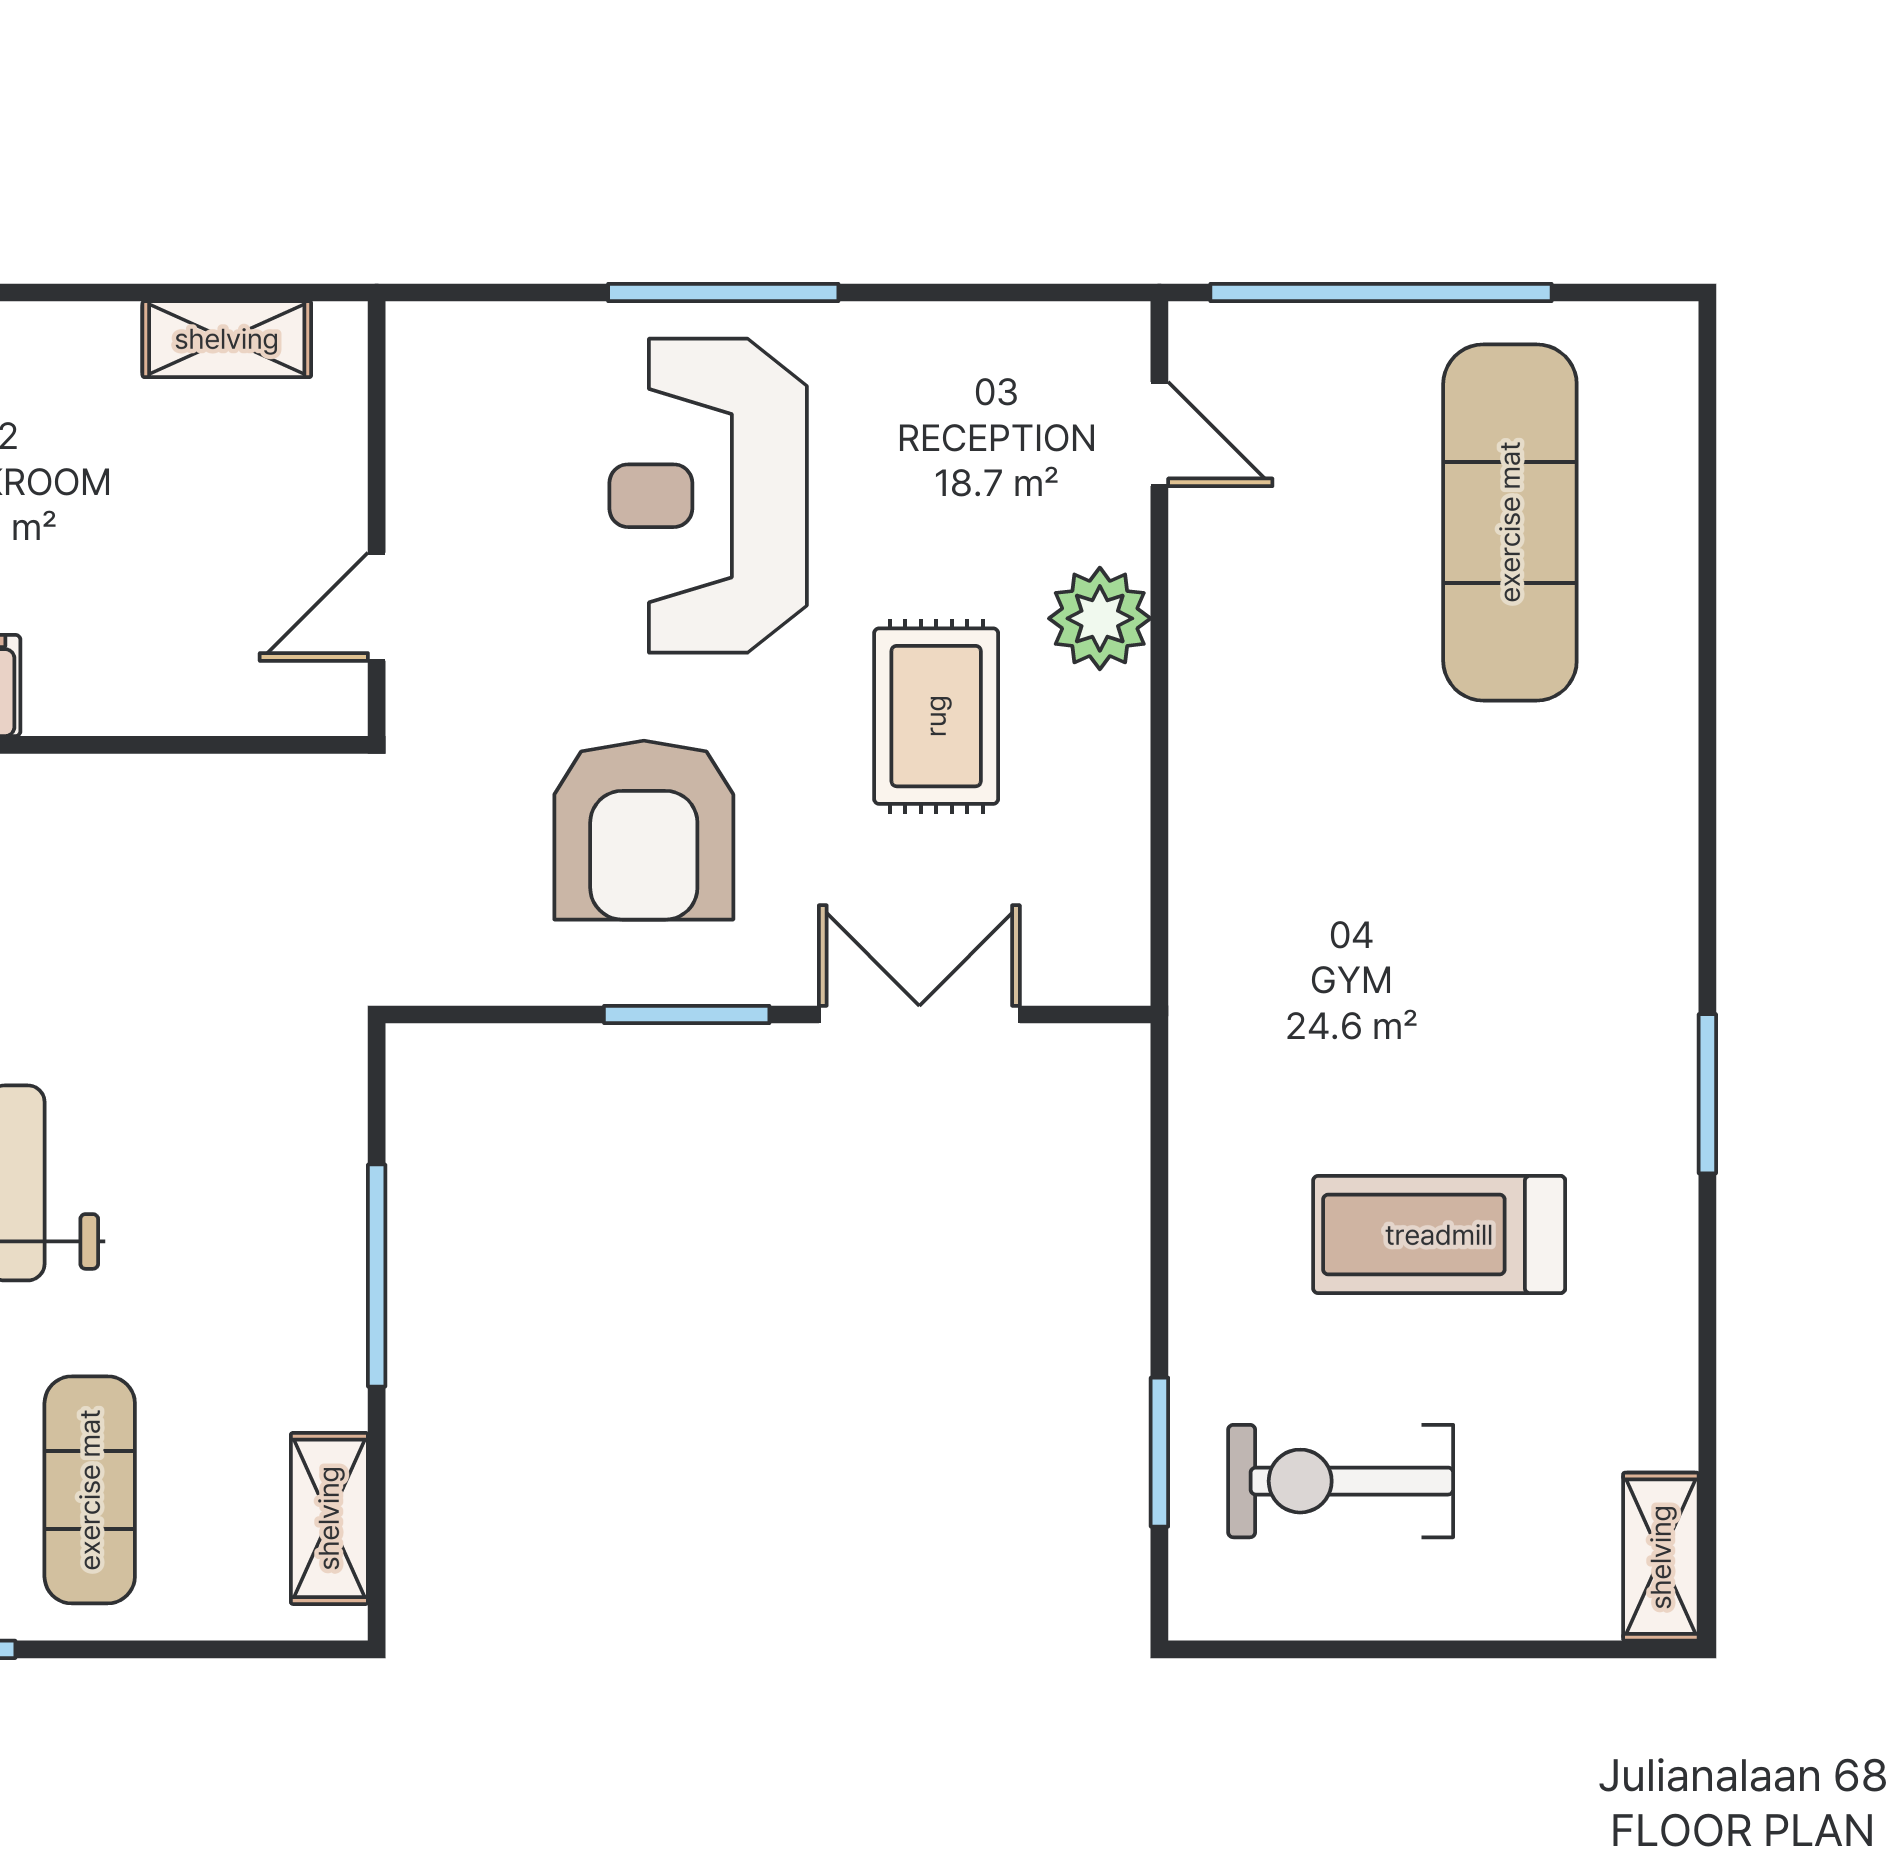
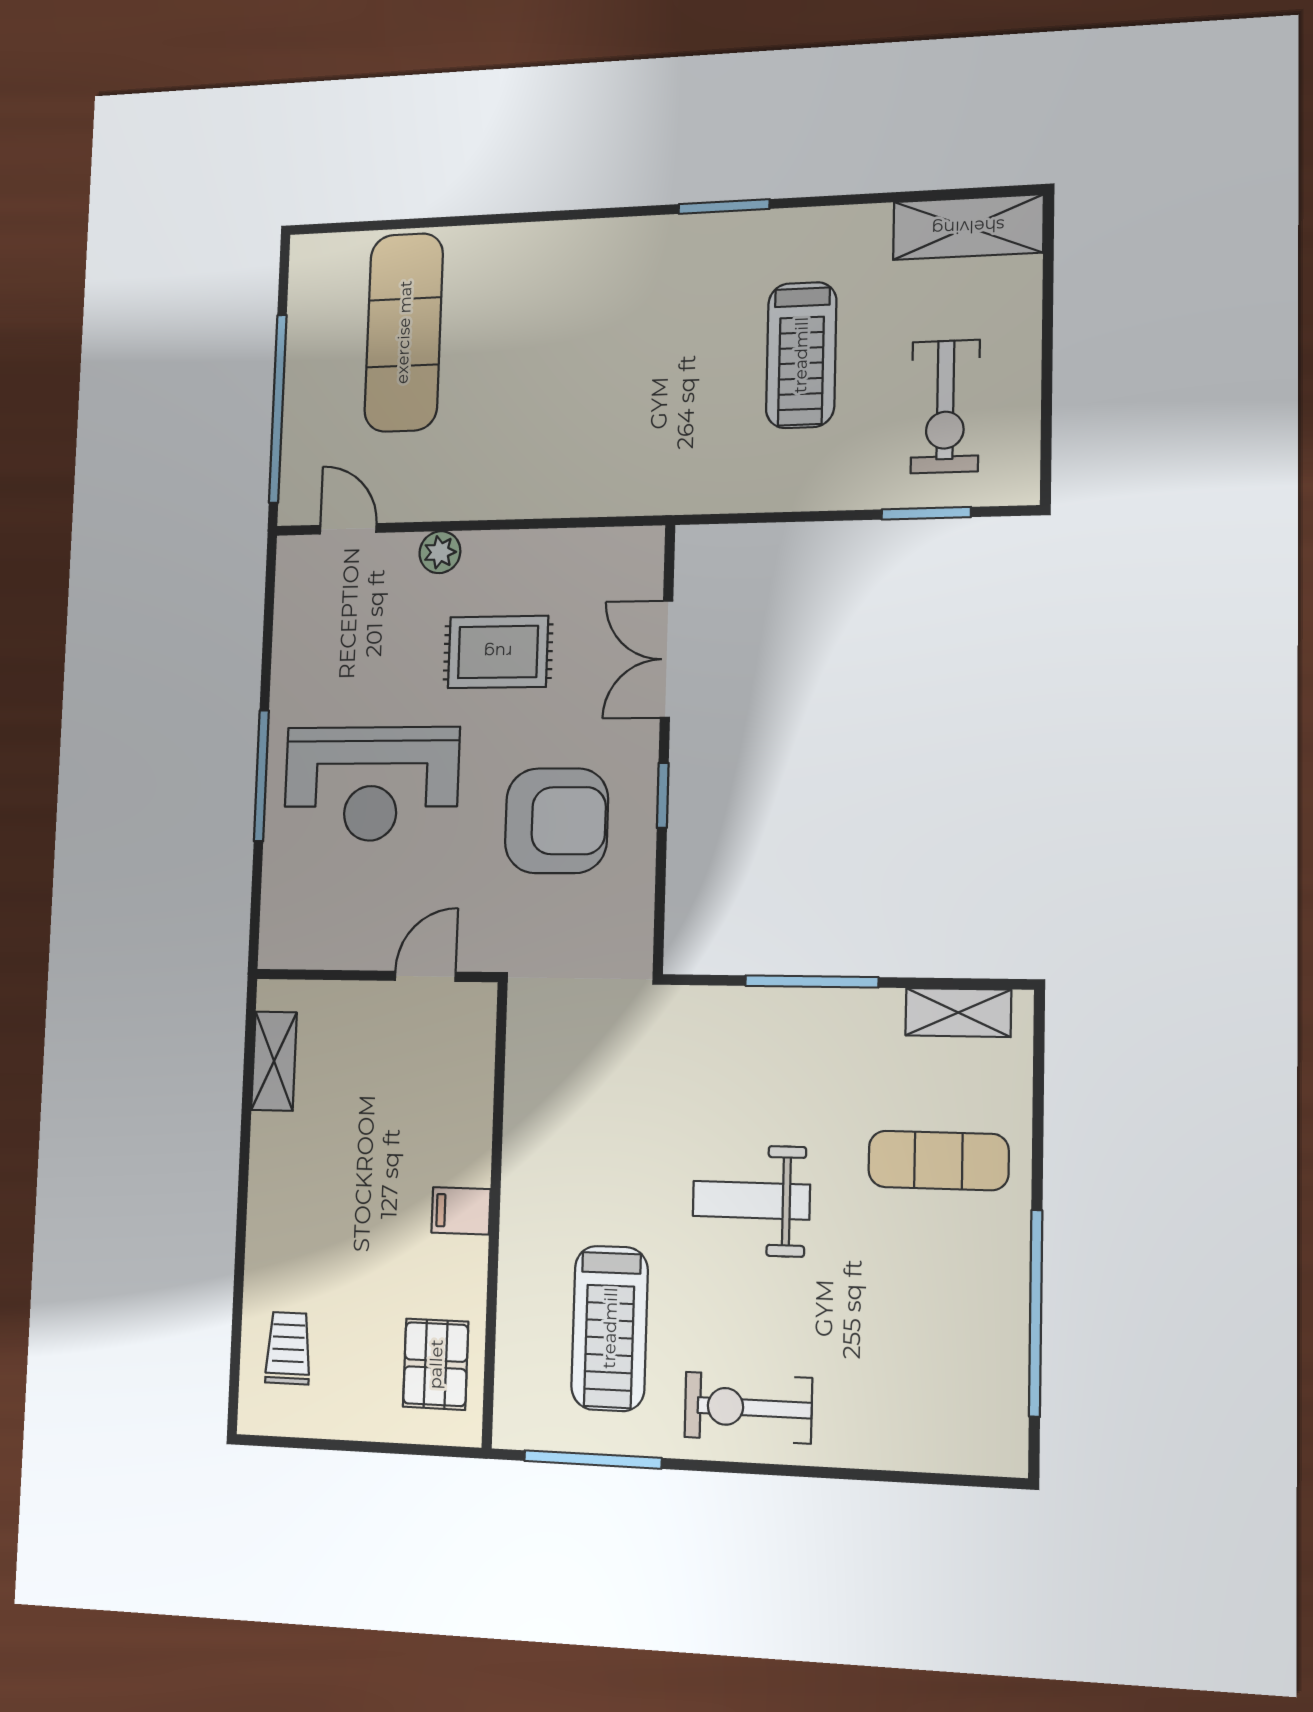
door: (1159, 434) -> (348, 529), hinge flipped
exercise mat: (1510, 522) -> (404, 332), turned 90
door: (377, 607) -> (425, 976), swing flipped
plant: (1100, 618) -> (440, 552), width x0.73, depth x0.73
window: (687, 1014) -> (663, 795), width x0.67
shelving: (1661, 1557) -> (968, 227), width x1.50, depth x1.33

